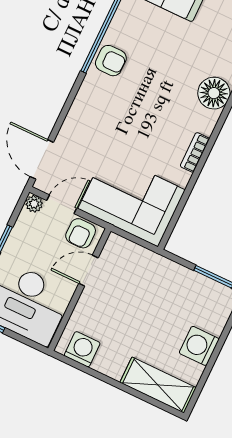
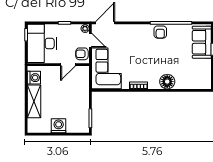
door: (89, 271) -> (68, 65), swing flipped
shelving: (158, 385) -> (34, 101), moved

